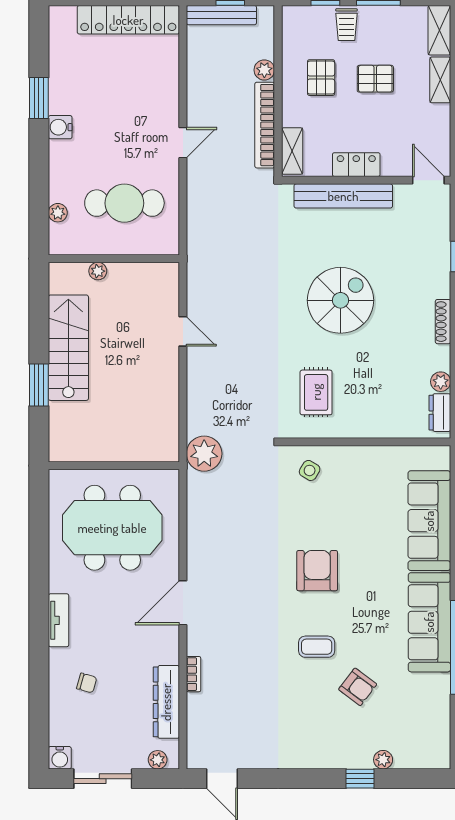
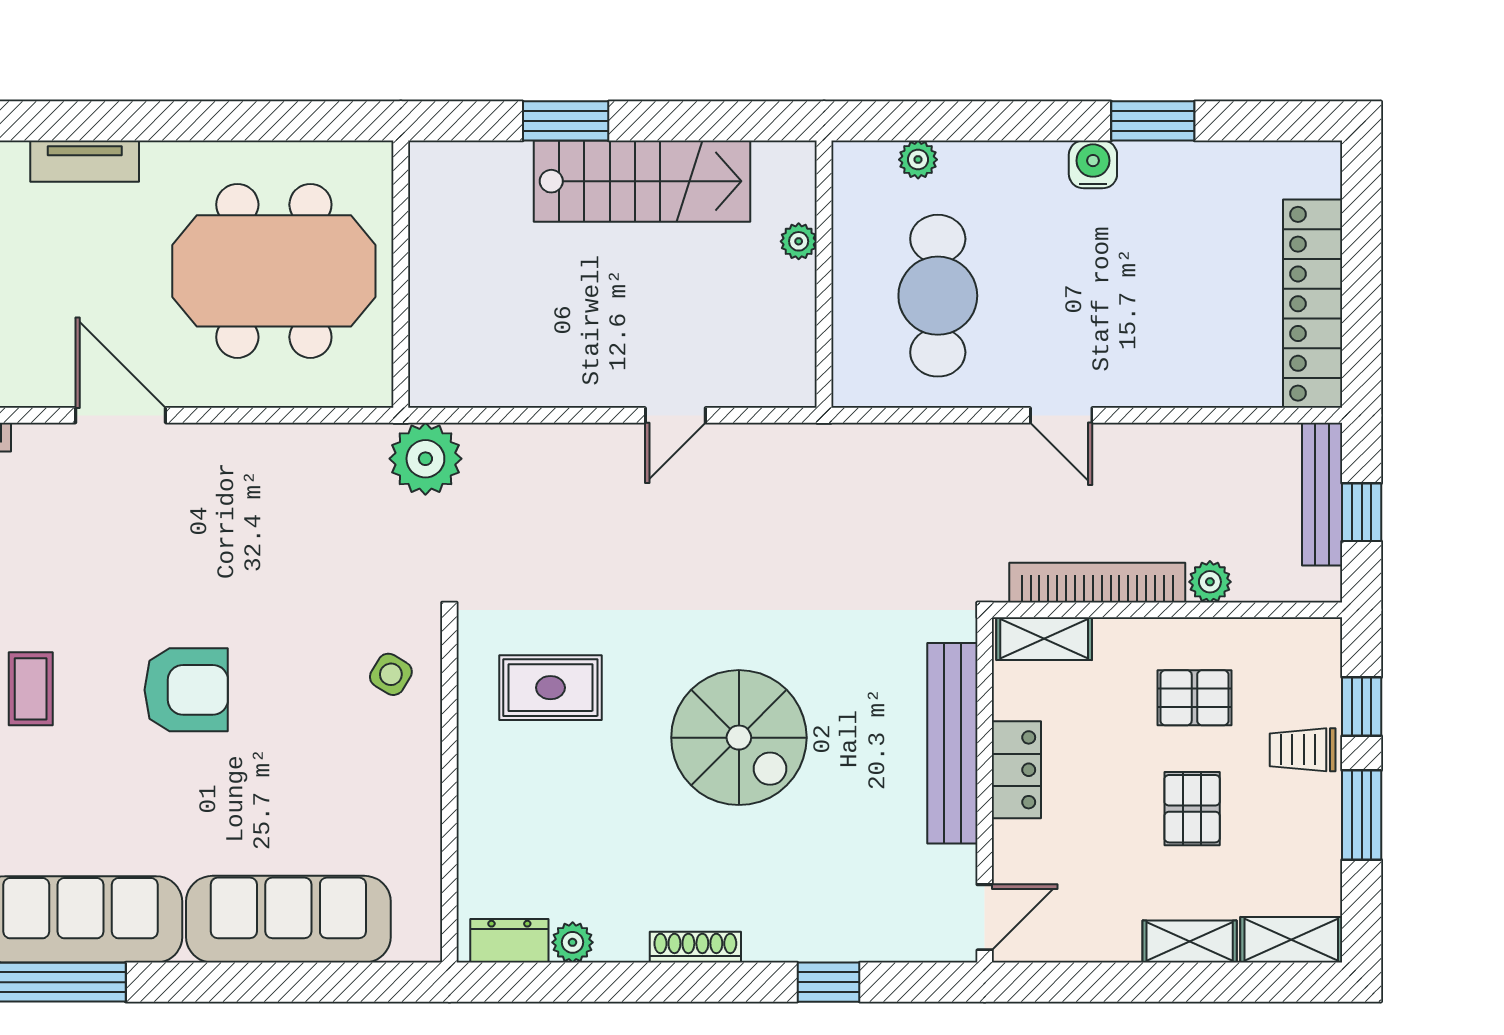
meeting table: (112, 528) -> (274, 271), turned 90

